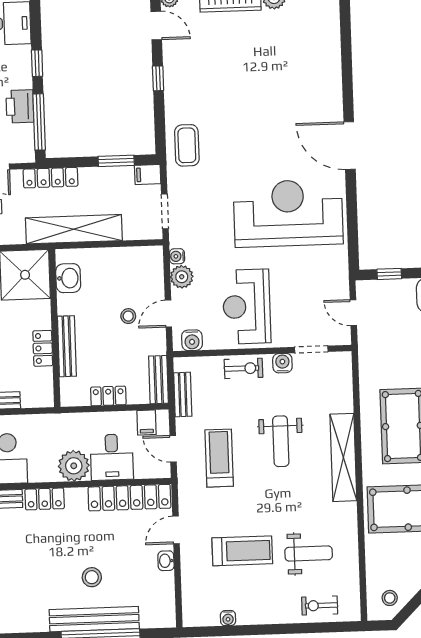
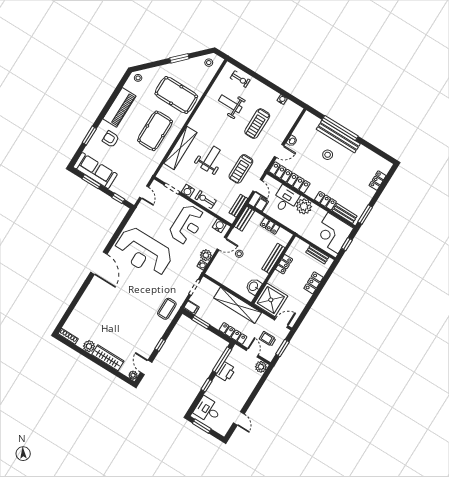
shelving: (343, 457) -> (180, 148), moved
treadmill: (242, 551) -> (257, 124), turned -90

